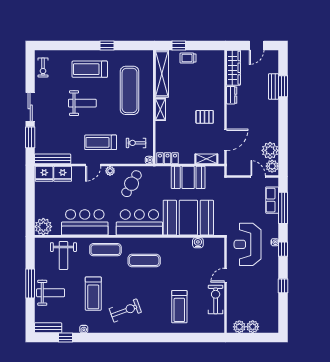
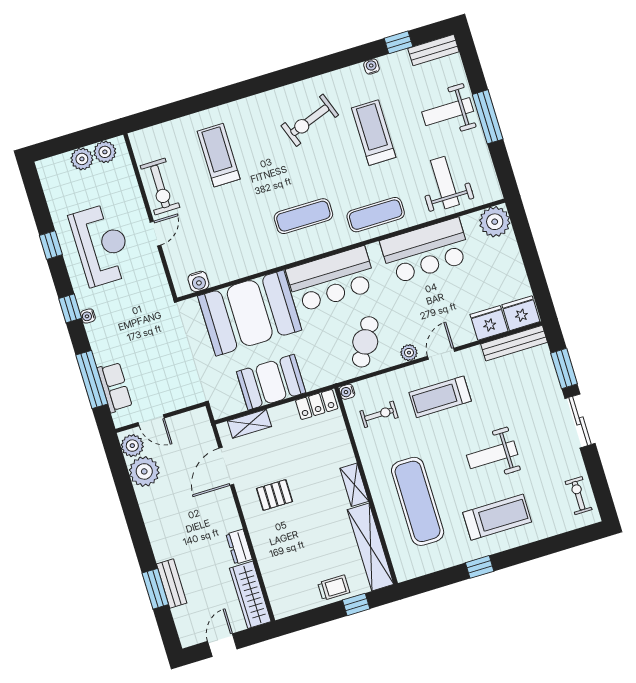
treadmill: (101, 142) -> (440, 397), turned 180
water cooler: (198, 243) -> (198, 281), moved
reception desk: (248, 244) -> (101, 245), moved

